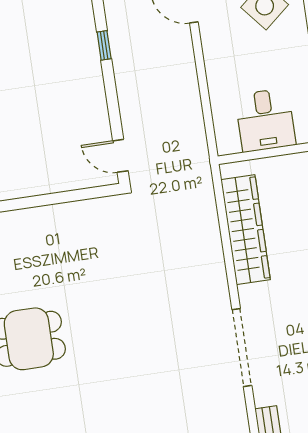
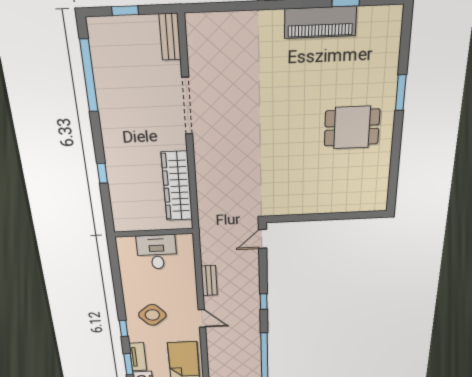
bench: (188, 77) -> (209, 281), added
door: (120, 156) -> (263, 239), swing flipped

